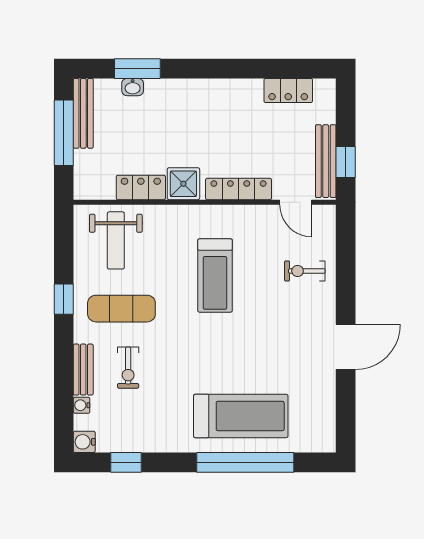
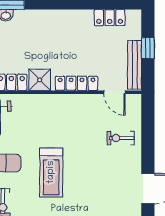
window: (346, 162) -> (148, 48), moved
treadmill: (215, 276) -> (51, 172), moved

